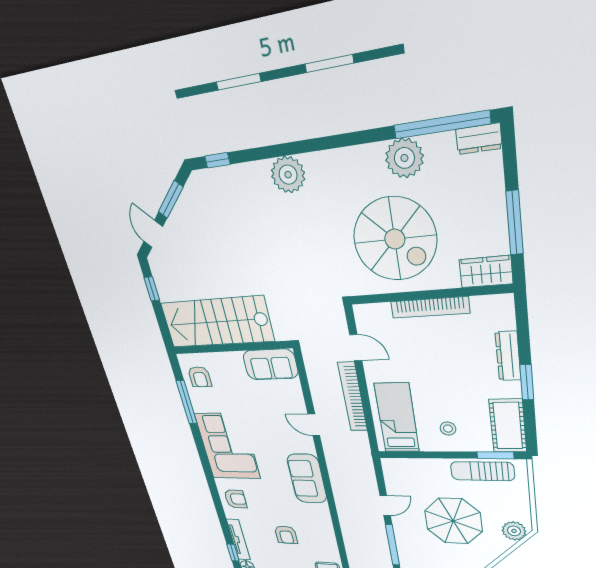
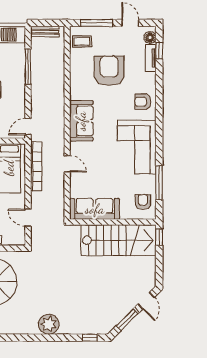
window: (152, 289) -> (159, 237), moved
sofa: (270, 364) -> (95, 209), width x1.36
bookcase: (353, 397) -> (36, 166), moved
door: (385, 505) -> (28, 127), moved
armchair: (286, 535) -> (109, 71), width x1.88, depth x1.88
tv unit: (238, 540) -> (151, 58), width x0.71

